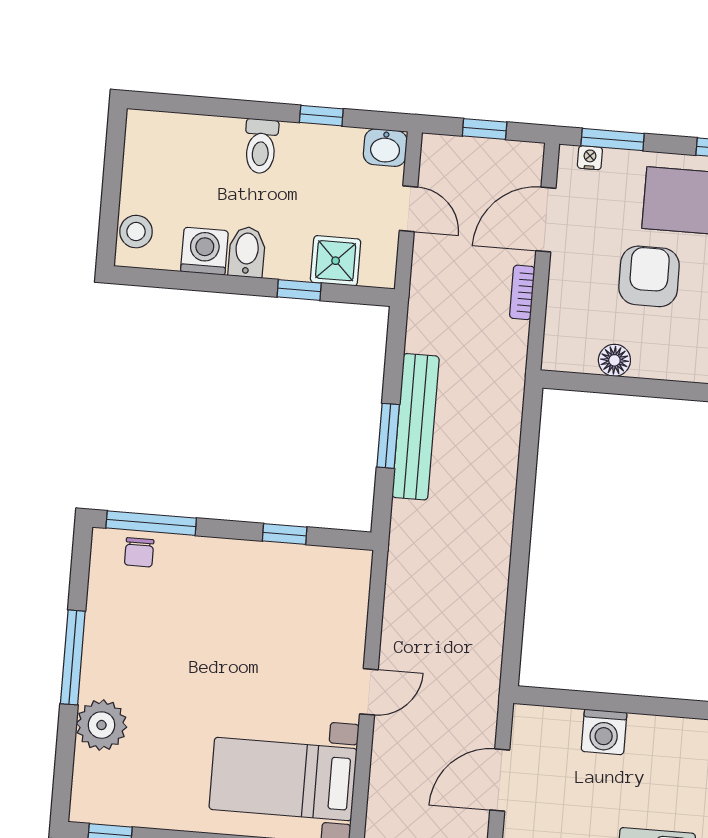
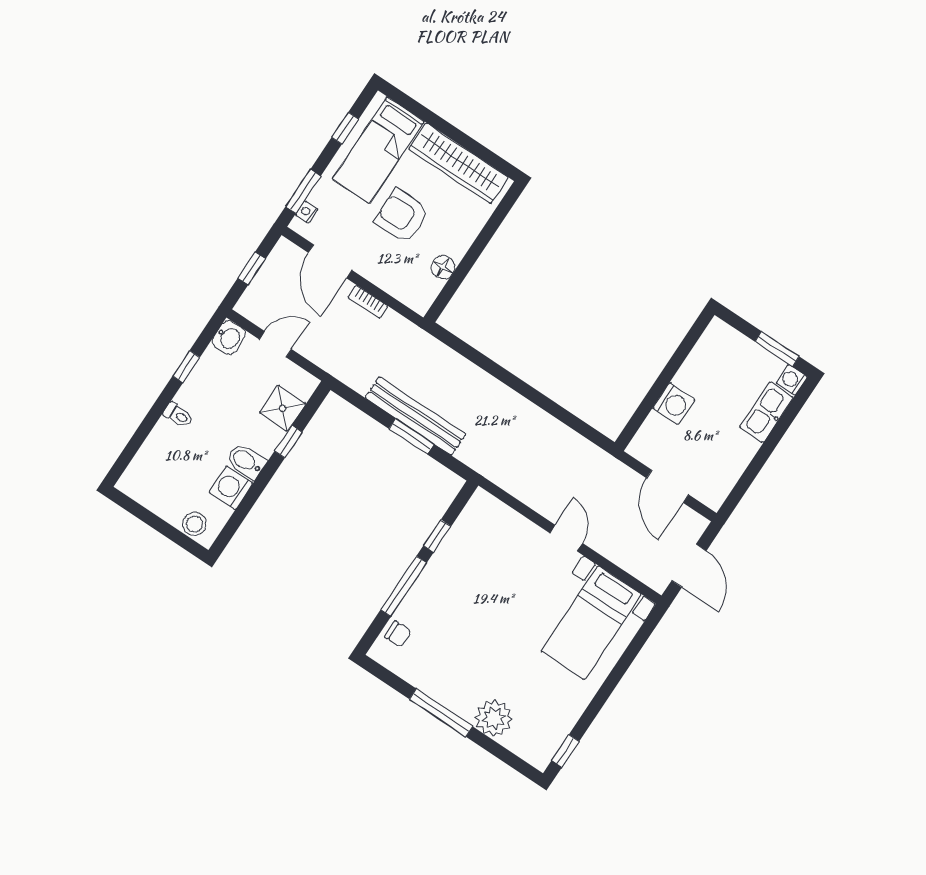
toilet: (261, 146) -> (178, 415), width x0.73, depth x0.72
window: (151, 523) -> (404, 586), moved

